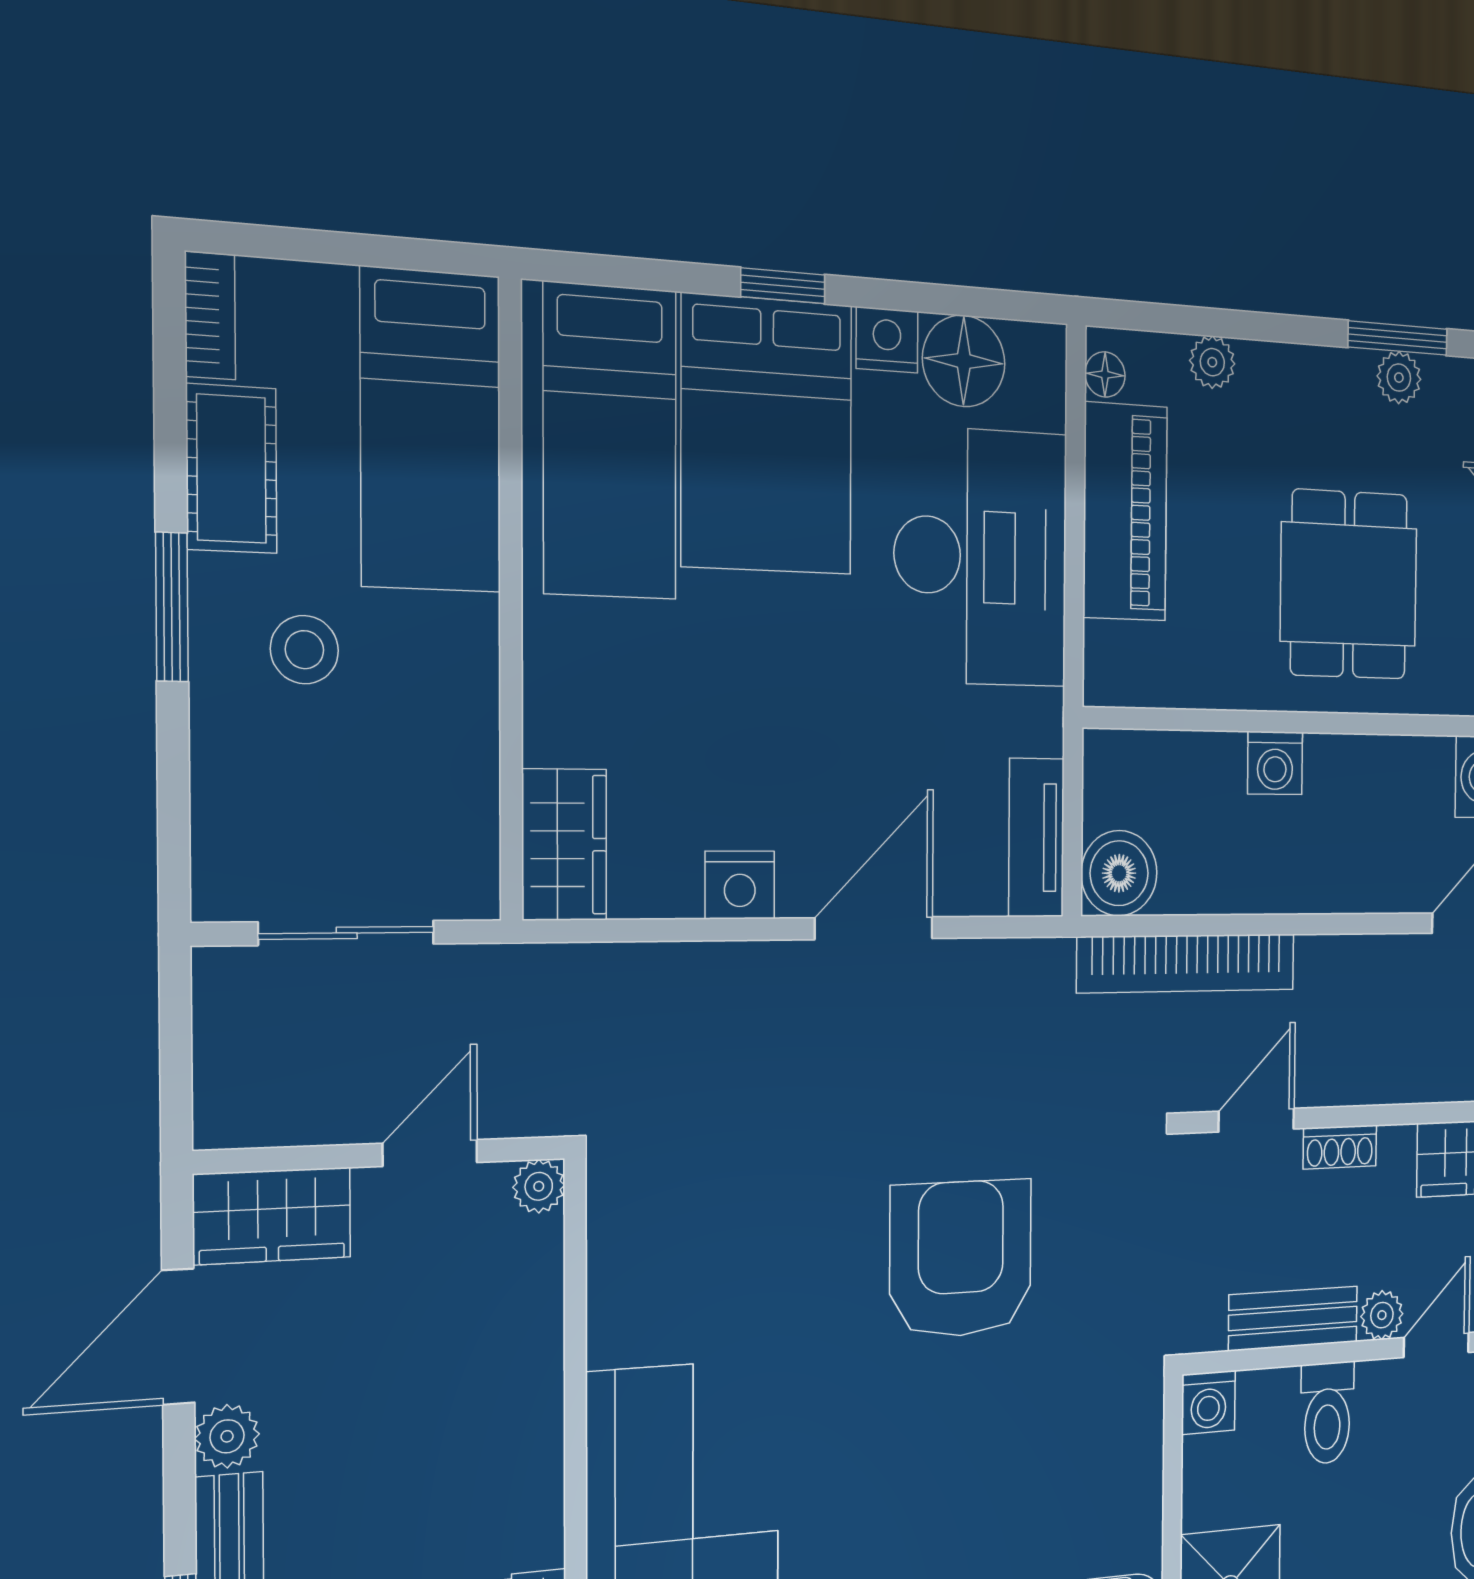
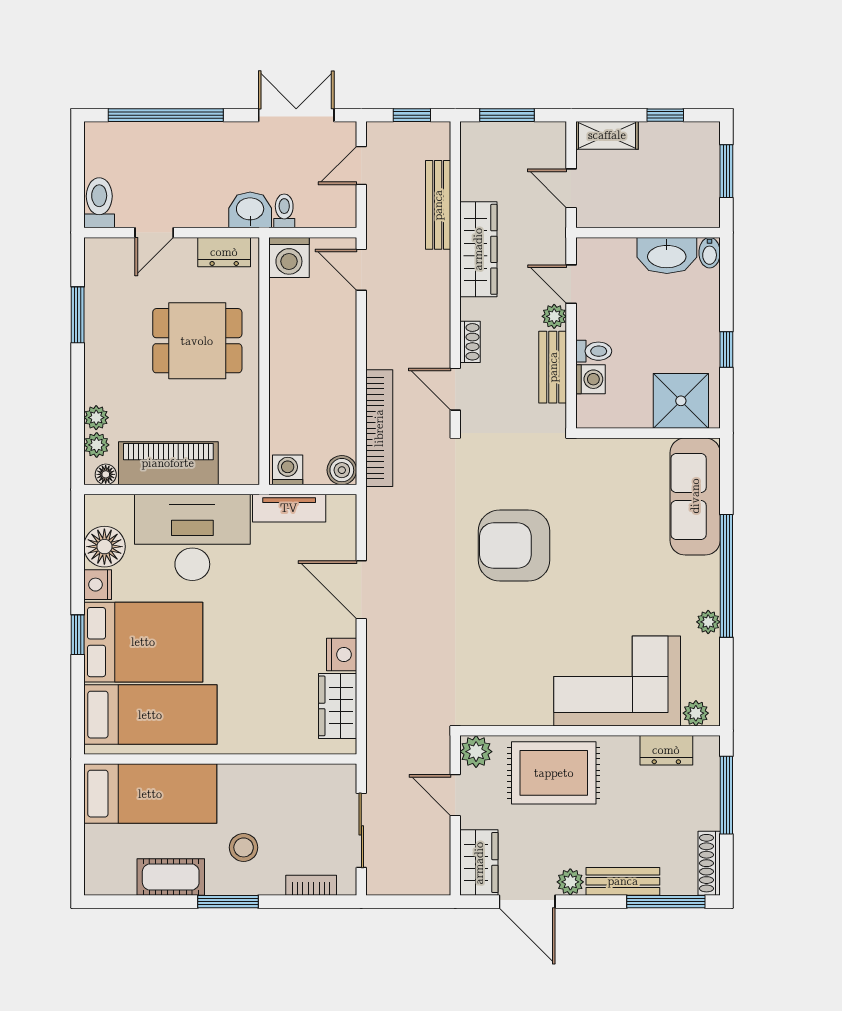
bookcase: (210, 316) -> (311, 885), moved
plant: (1399, 378) -> (97, 445), moved
washing machine: (1275, 763) -> (288, 470), moved, turned -90
tv unit: (1036, 838) -> (289, 508), moved
wardrobe: (564, 845) -> (338, 706), moved, turned -90
boiler: (1119, 873) -> (342, 470), width x0.73, depth x0.73
plant: (539, 1186) -> (476, 752), width x1.38, depth x1.38
rug: (482, 1379) -> (554, 773), added
washing machine: (1208, 1402) -> (590, 379), moved
toilet: (1327, 1413) -> (594, 351), width x0.73, depth x0.72

